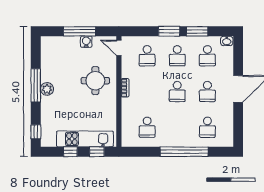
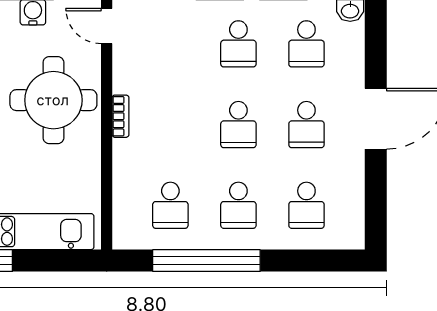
school desk: (147, 56) -> (238, 205), moved
round table: (95, 81) -> (53, 100), width x1.36, depth x1.36
window: (97, 152) -> (57, 261), removed
window: (184, 152) -> (206, 261), moved

